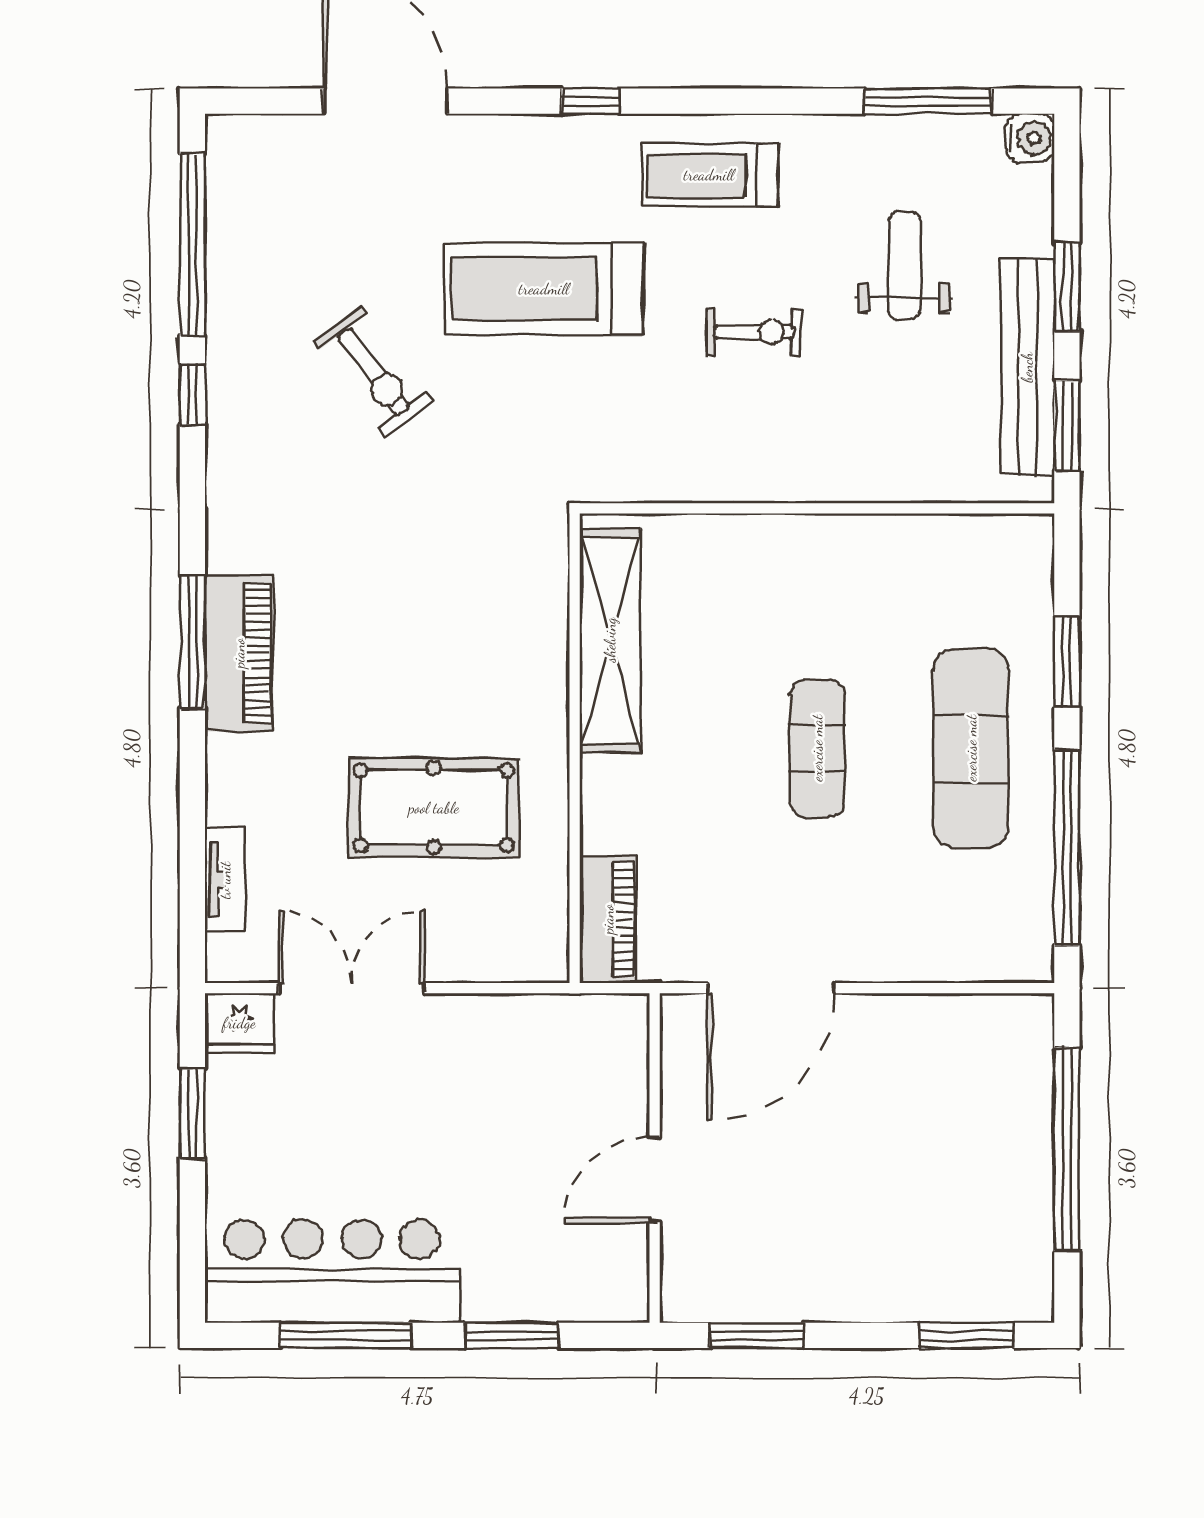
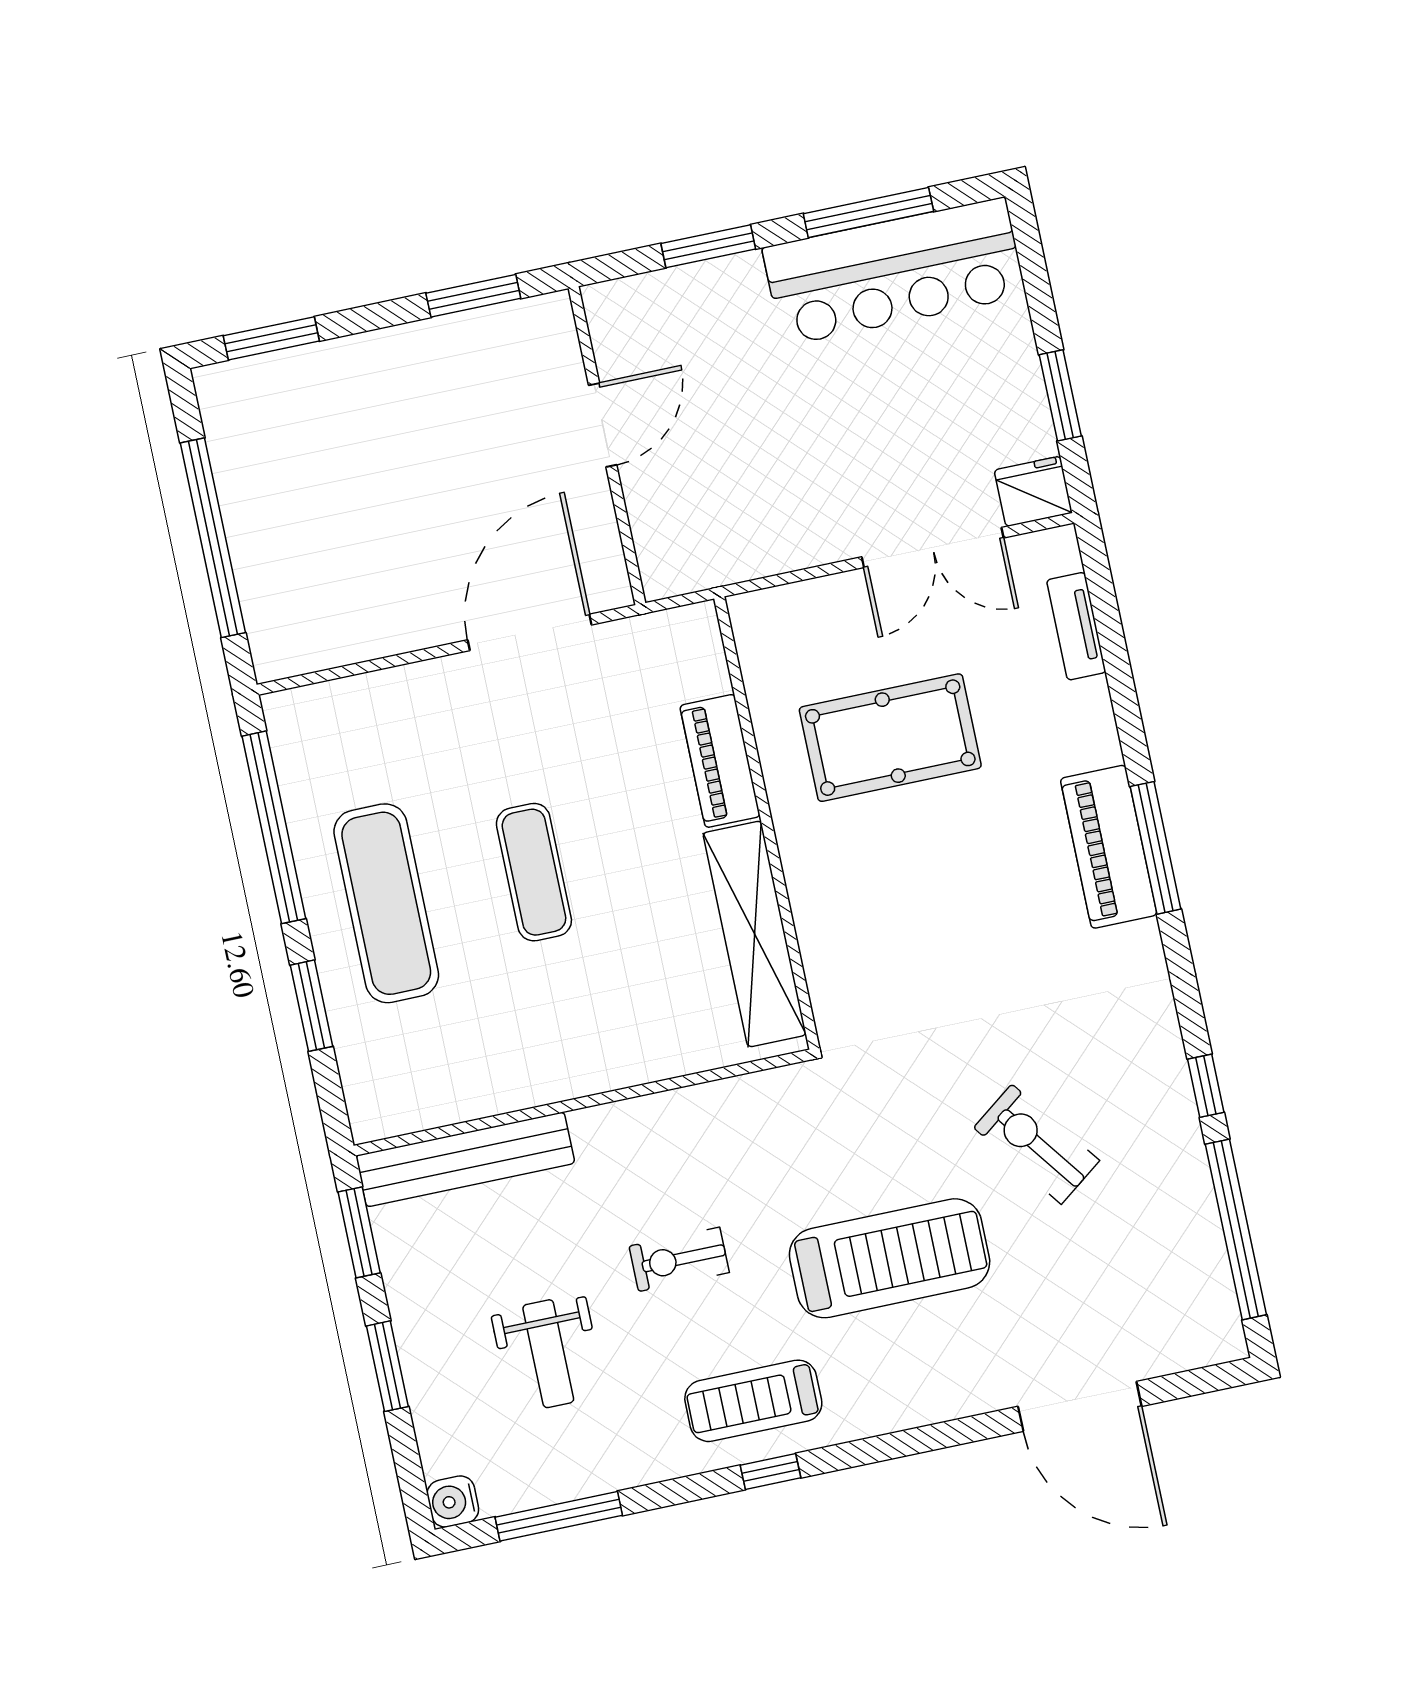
window: (591, 101) -> (771, 1472), moved
treadmill: (709, 175) -> (753, 1401), turned 180
bench: (1027, 367) -> (465, 1159), moved, turned 90
piano: (608, 919) -> (720, 761), moved

